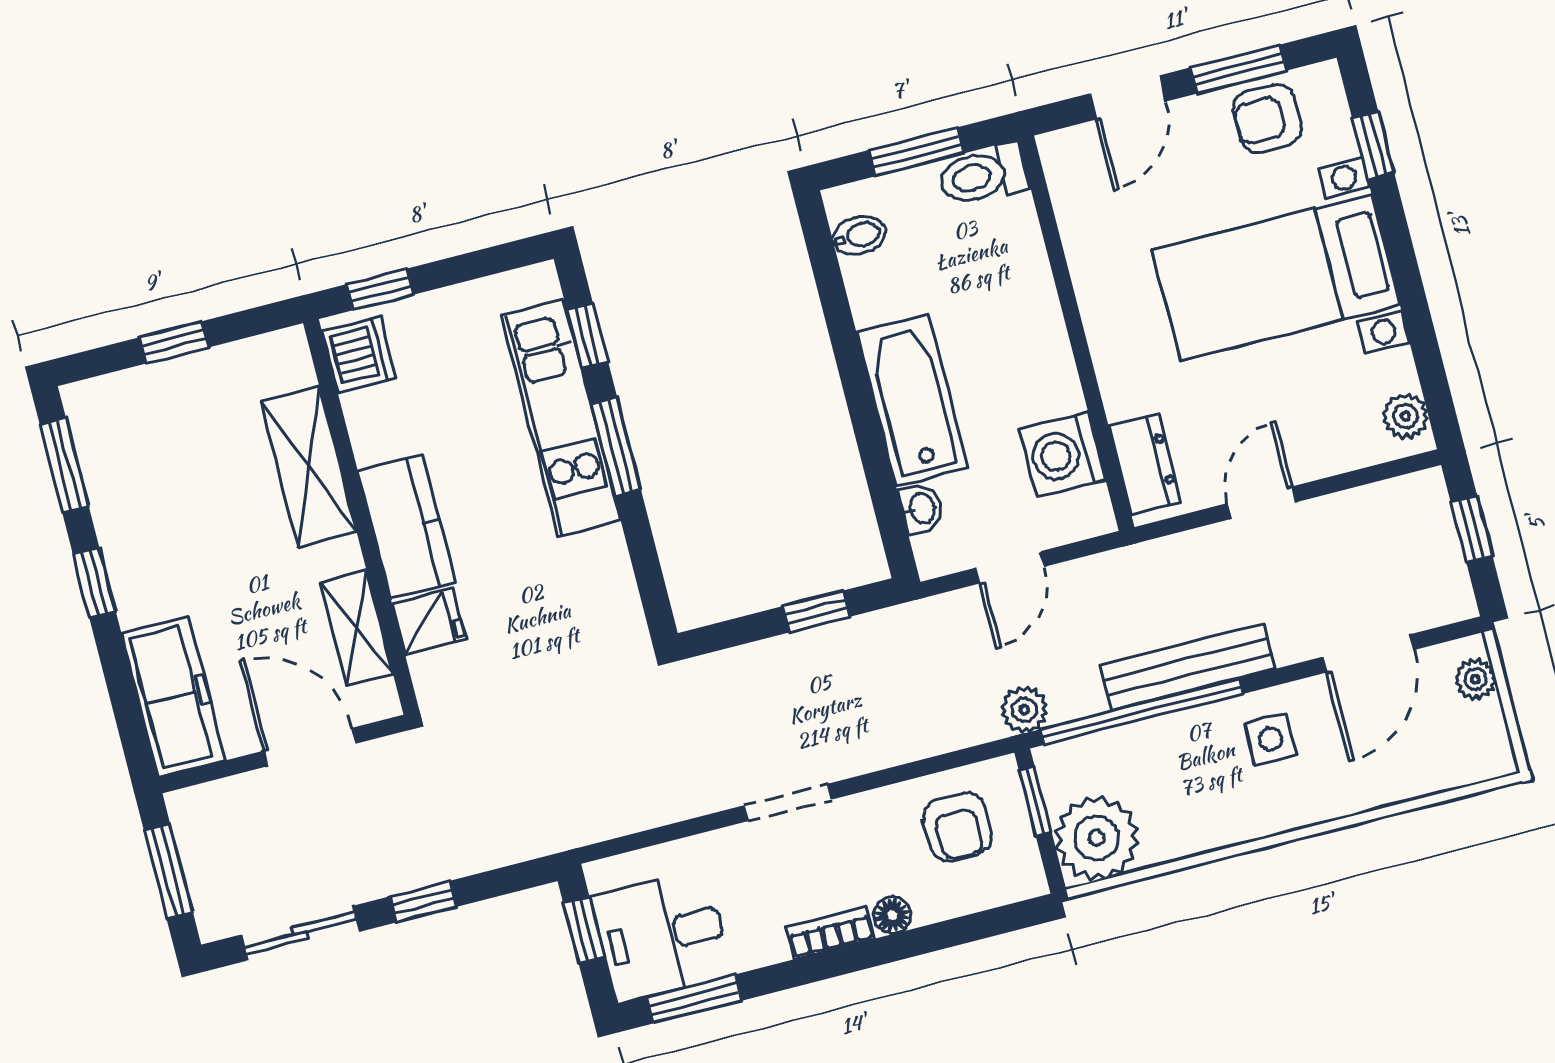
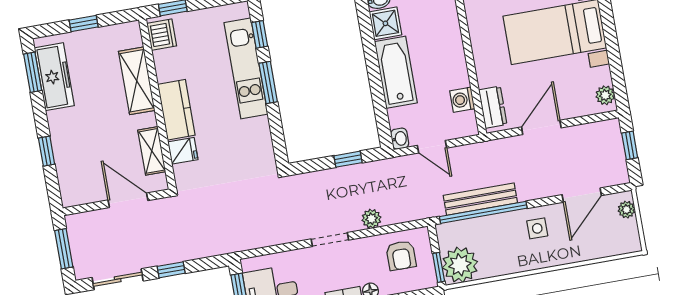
shower: (879, 288) -> (385, 23), added
washing machine: (1063, 455) -> (462, 100), width x0.73, depth x0.73
door: (1262, 503) -> (541, 127), width x1.37
washbasin: (921, 508) -> (400, 139), moved
door: (1010, 567) -> (432, 147), hinge flipped
window: (94, 582) -> (47, 151), moved
bench: (1187, 667) -> (480, 199), moved
freezer: (173, 697) -> (54, 77), moved
plant: (1024, 710) -> (371, 219), moved
window: (1035, 801) -> (439, 267), moved

